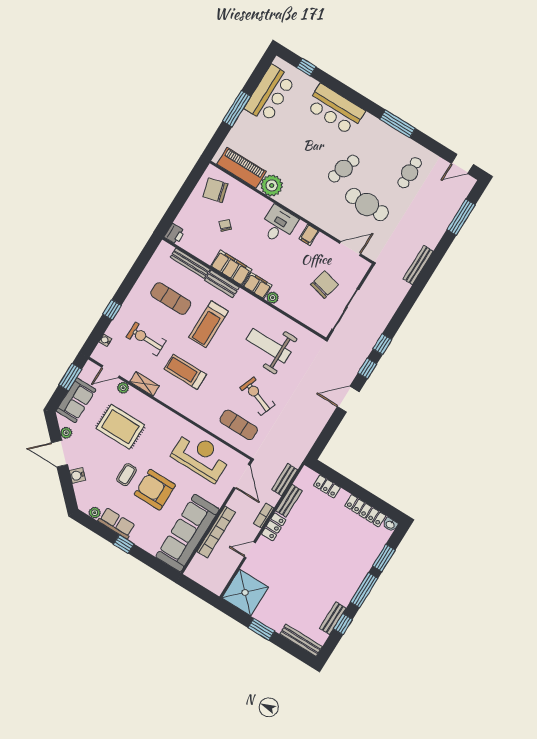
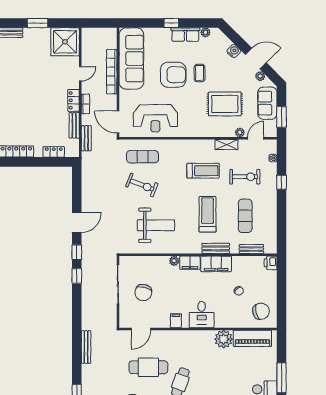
bench: (190, 263) -> (251, 249), width x0.73
exercise mat: (171, 299) -> (245, 216), turned 90

